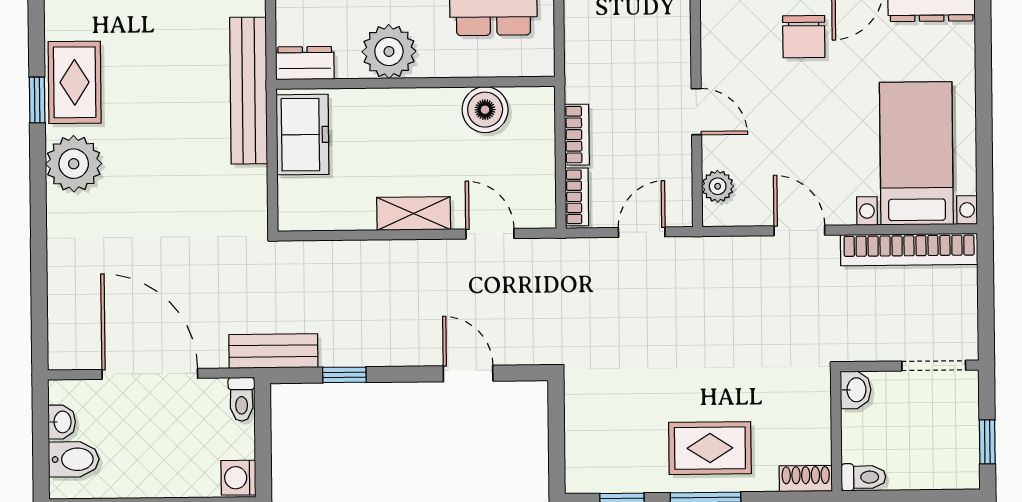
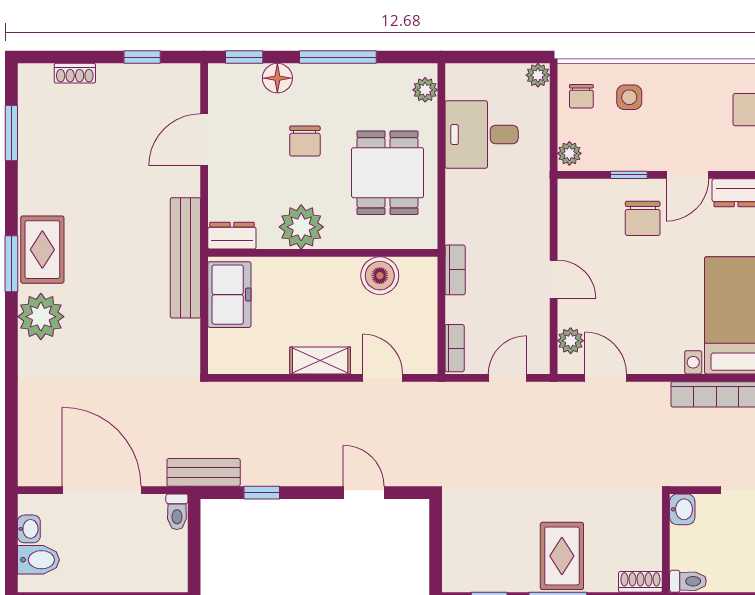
window: (37, 100) -> (11, 264), width x1.50
bookcase: (577, 135) -> (455, 270), moved
door: (799, 231) -> (606, 378), moved
rug: (710, 448) -> (562, 556), turned 90
washing machine: (238, 478) -> (174, 576), removed

